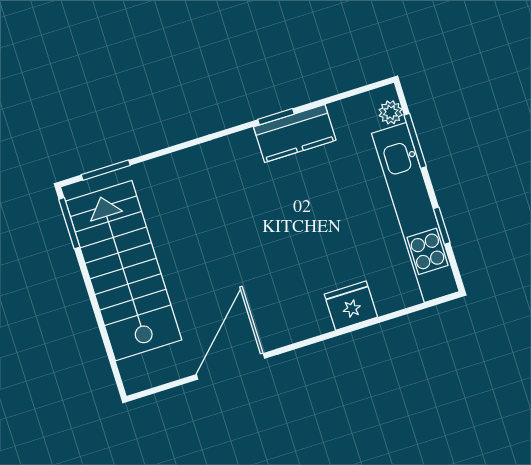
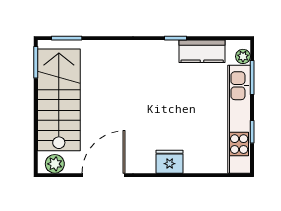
kitchen counter: (295, 134) -> (202, 51), moved
fridge: (351, 306) -> (170, 162), moved
plant: (149, 373) -> (55, 164), added

